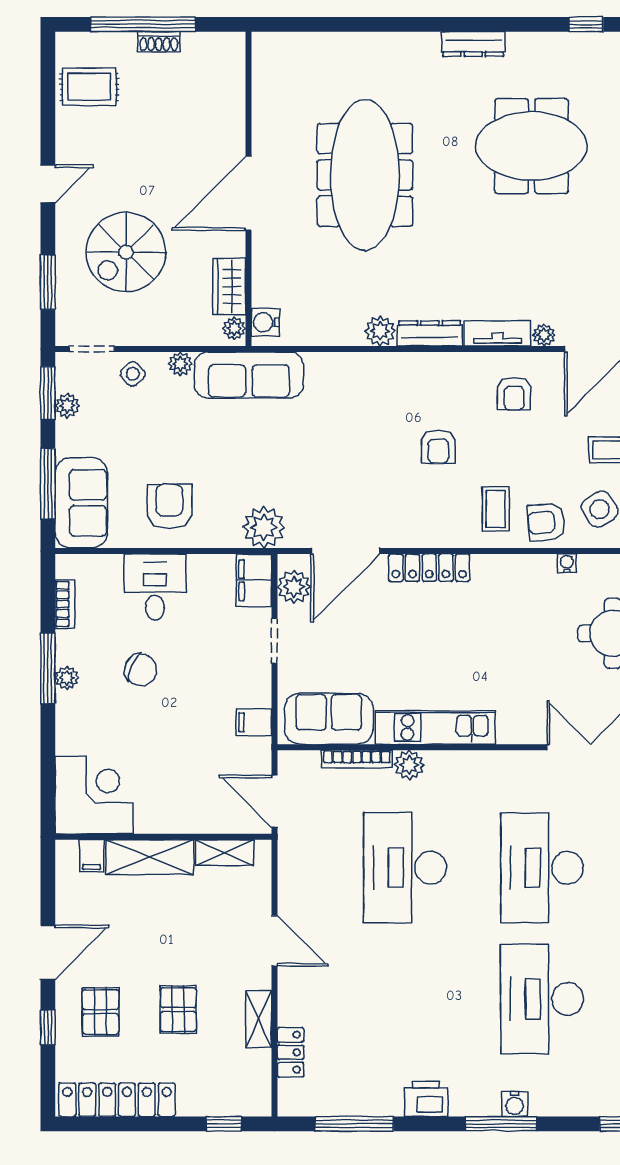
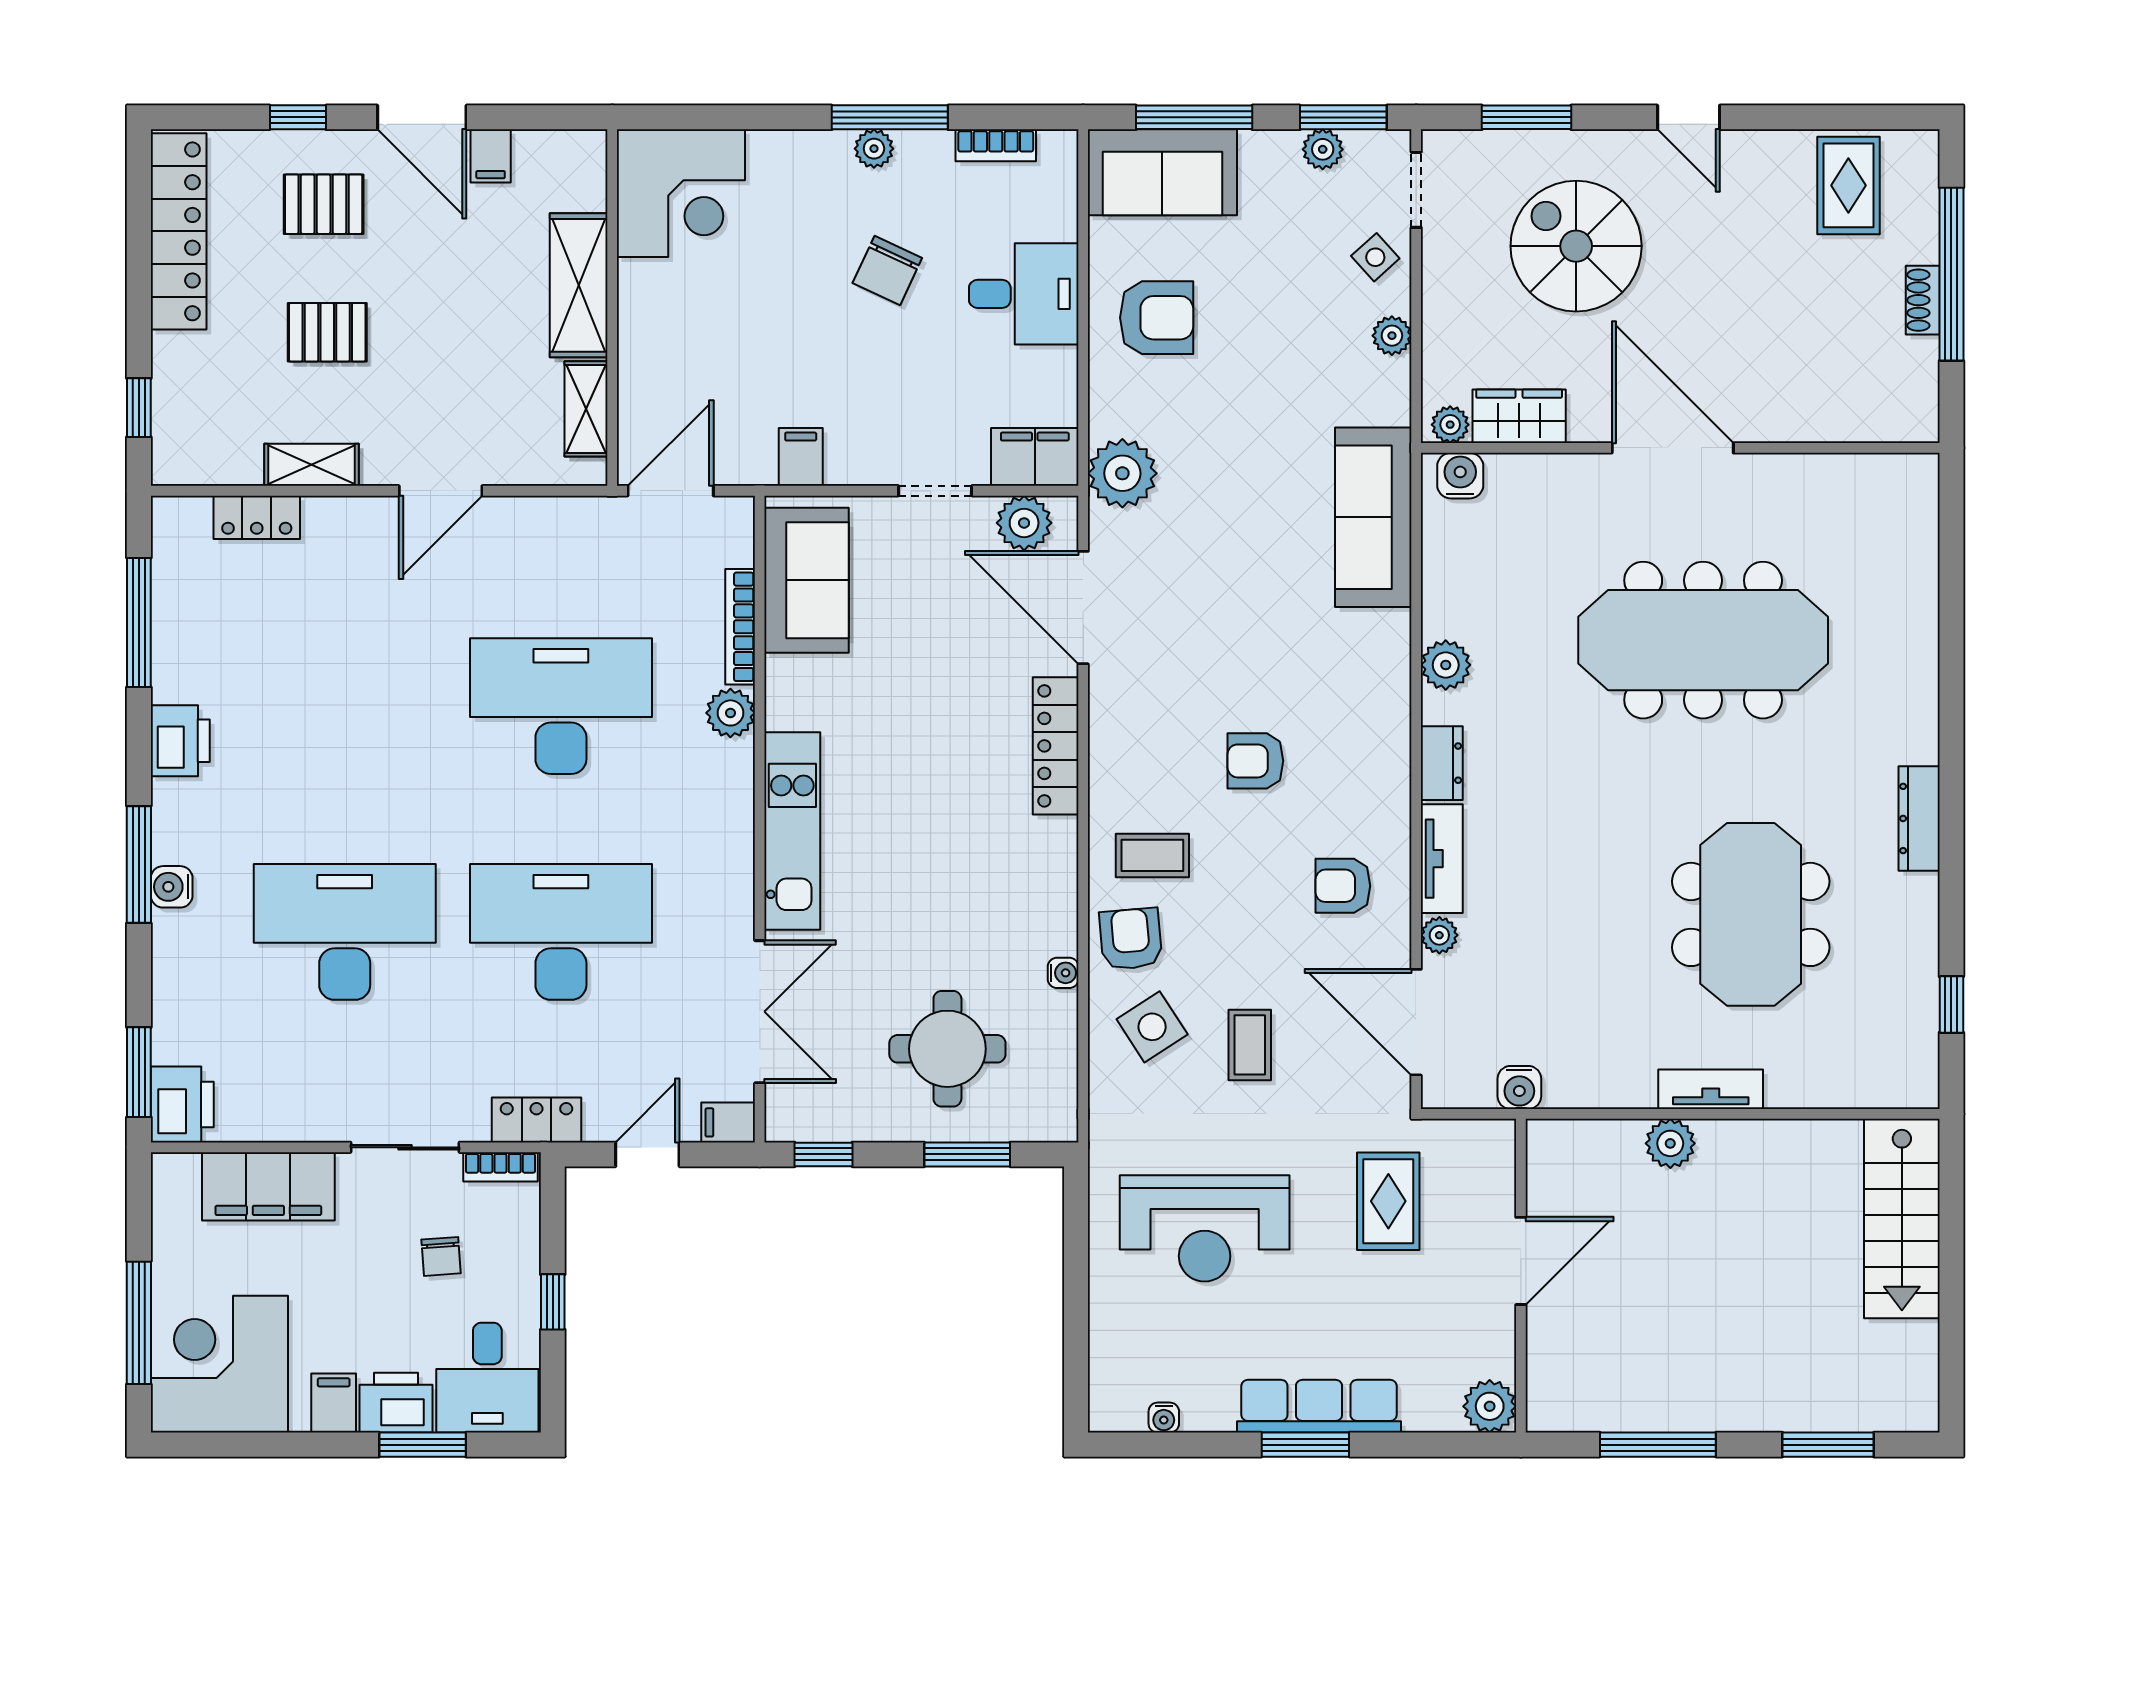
dresser: (430, 333) -> (1442, 763), width x0.70
sofa: (249, 375) -> (1373, 517), moved
kitchen unit: (435, 727) -> (792, 831), moved
filing cabinet: (92, 856) -> (491, 156), moved, turned -90

